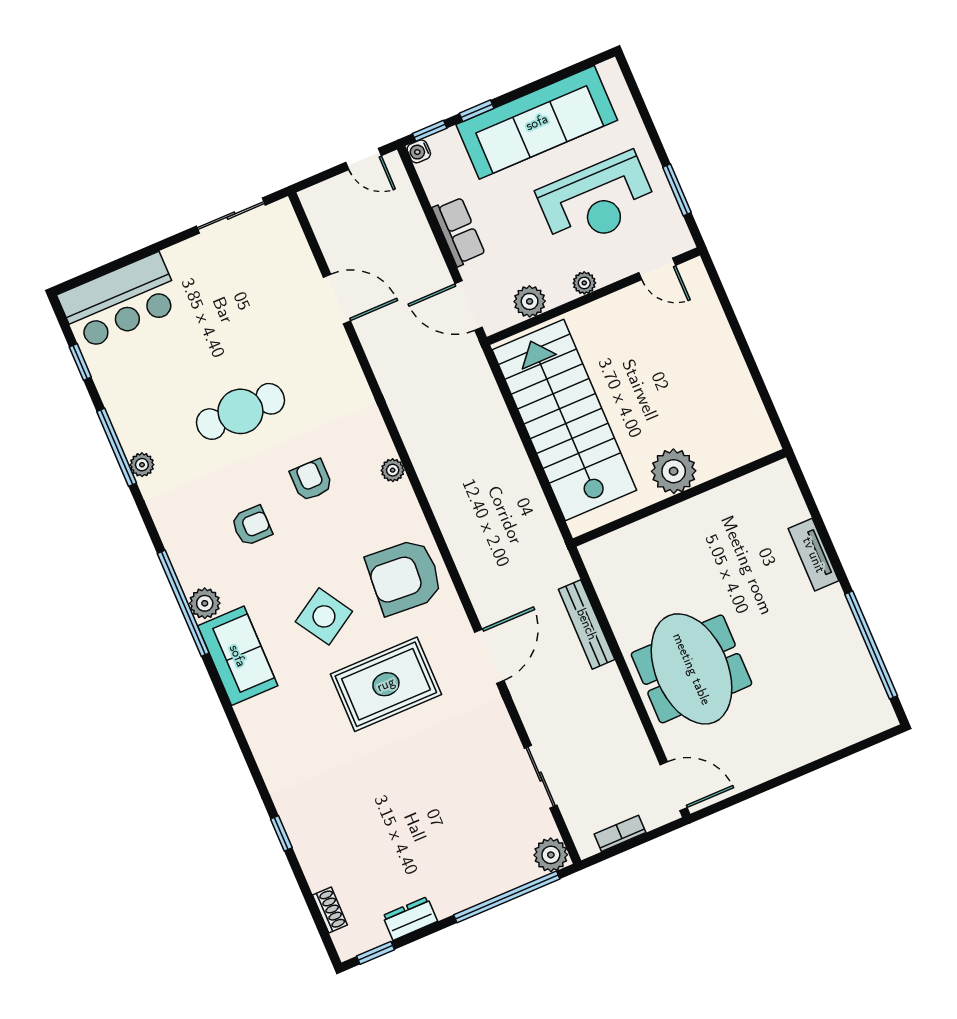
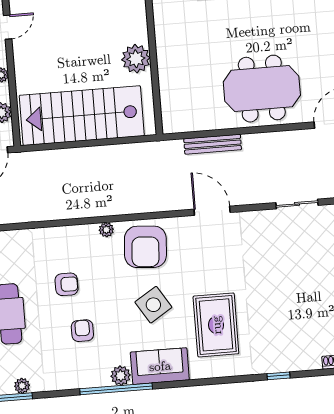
plant: (393, 470) -> (106, 230), moved
armchair: (311, 480) -> (67, 284), turned 180
rug: (386, 684) -> (216, 325), moved

